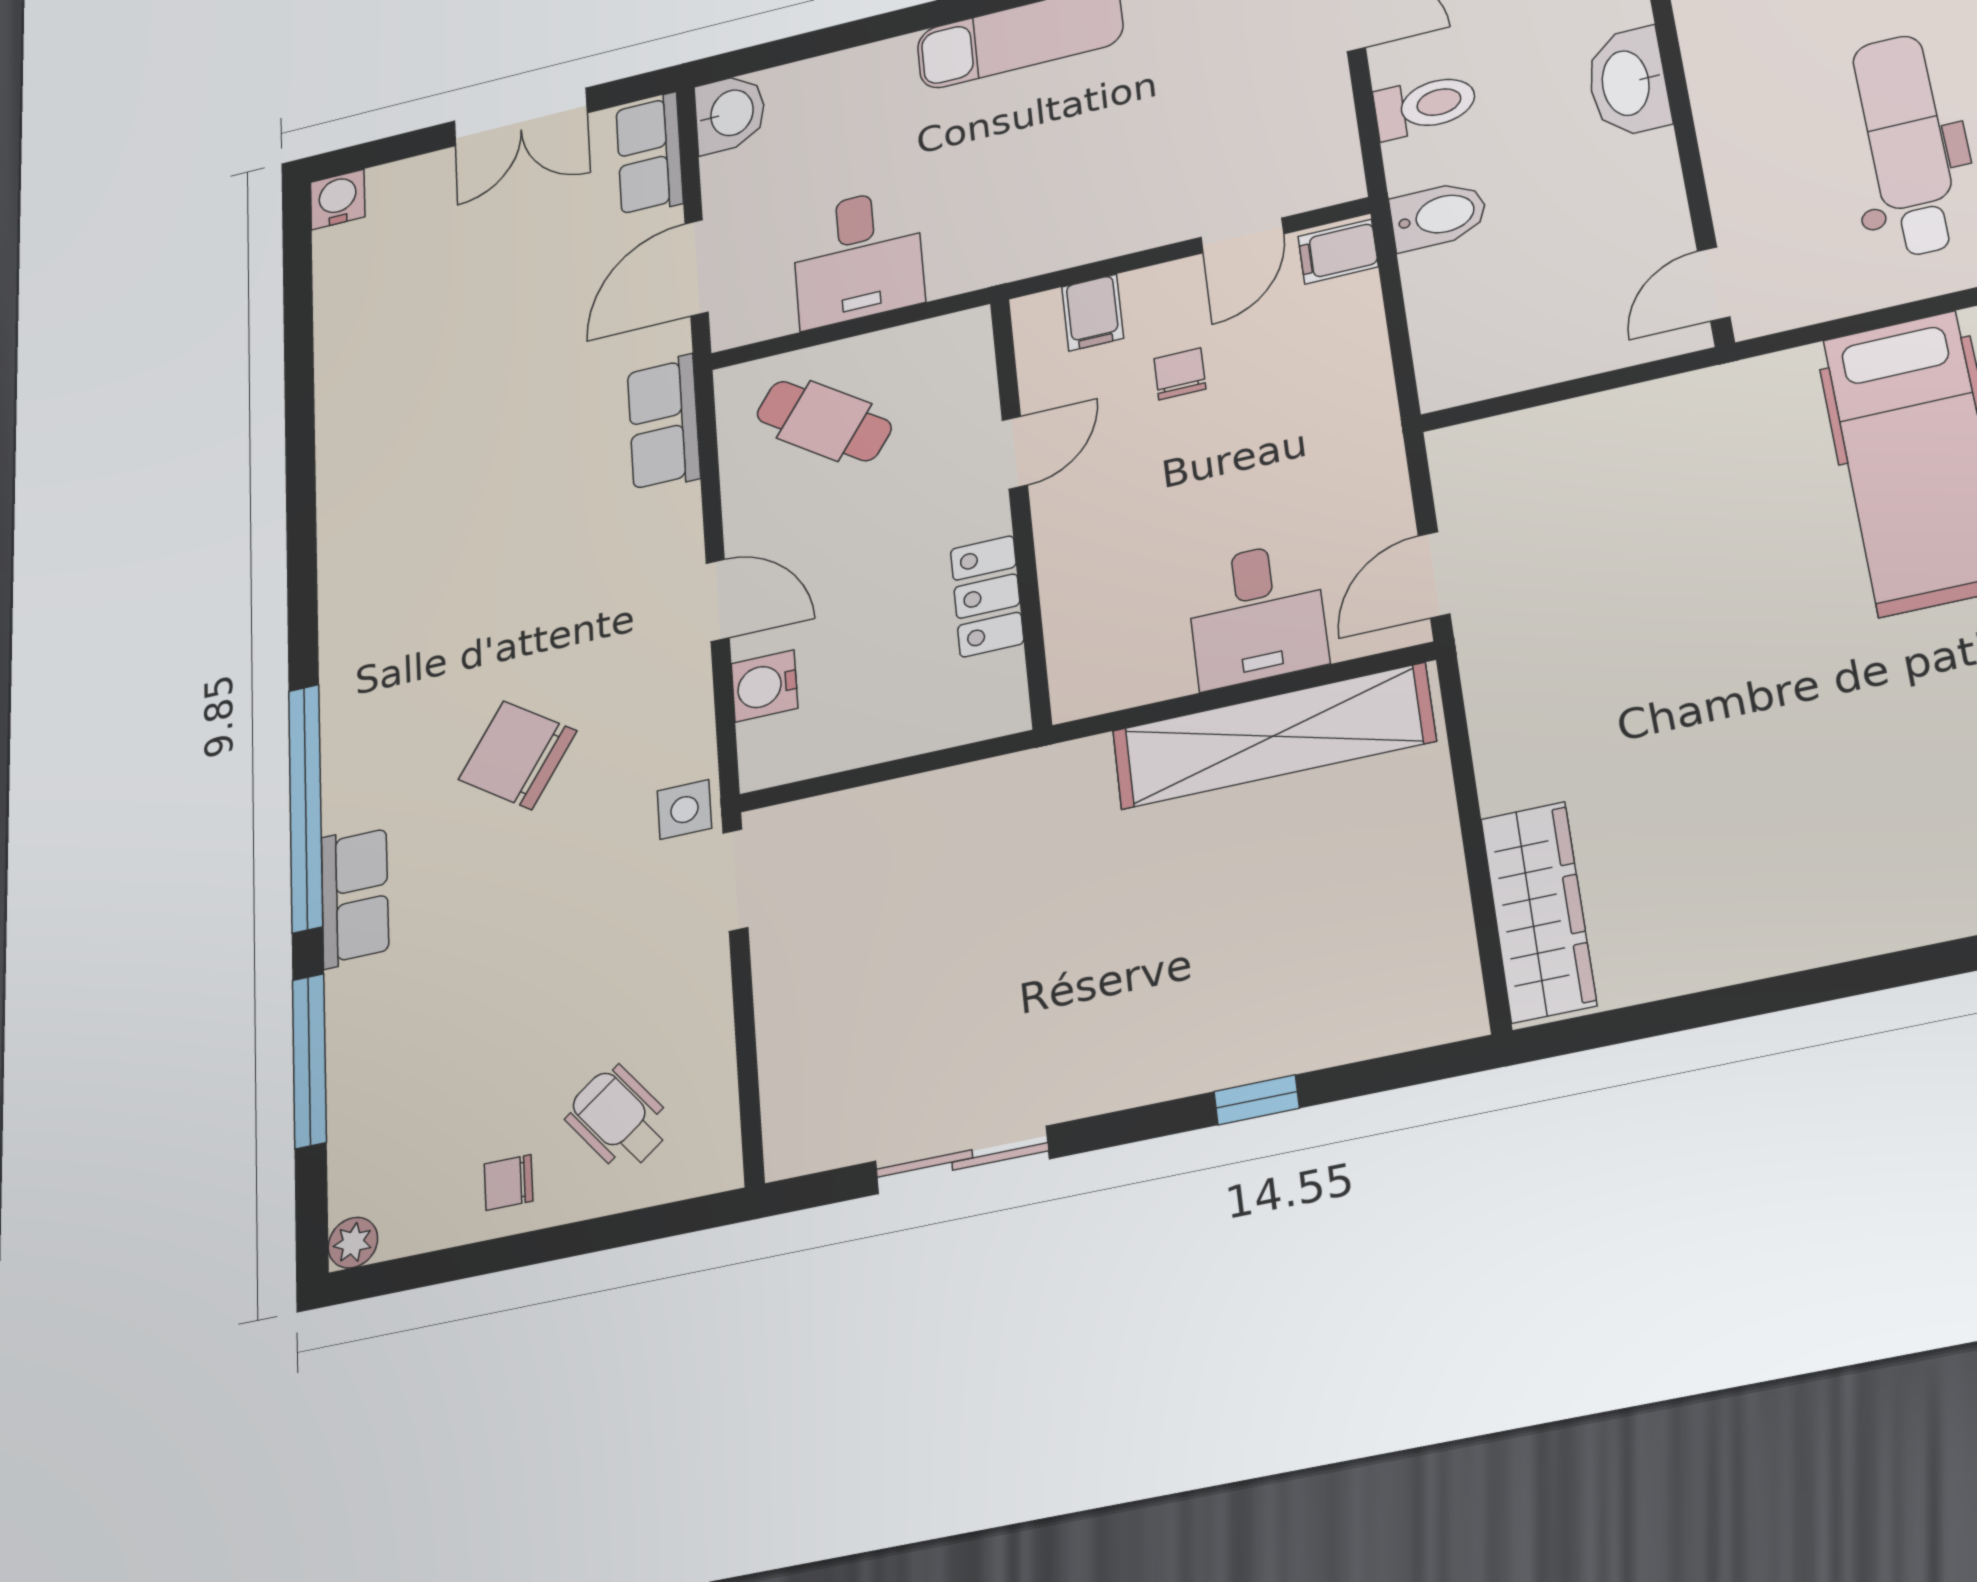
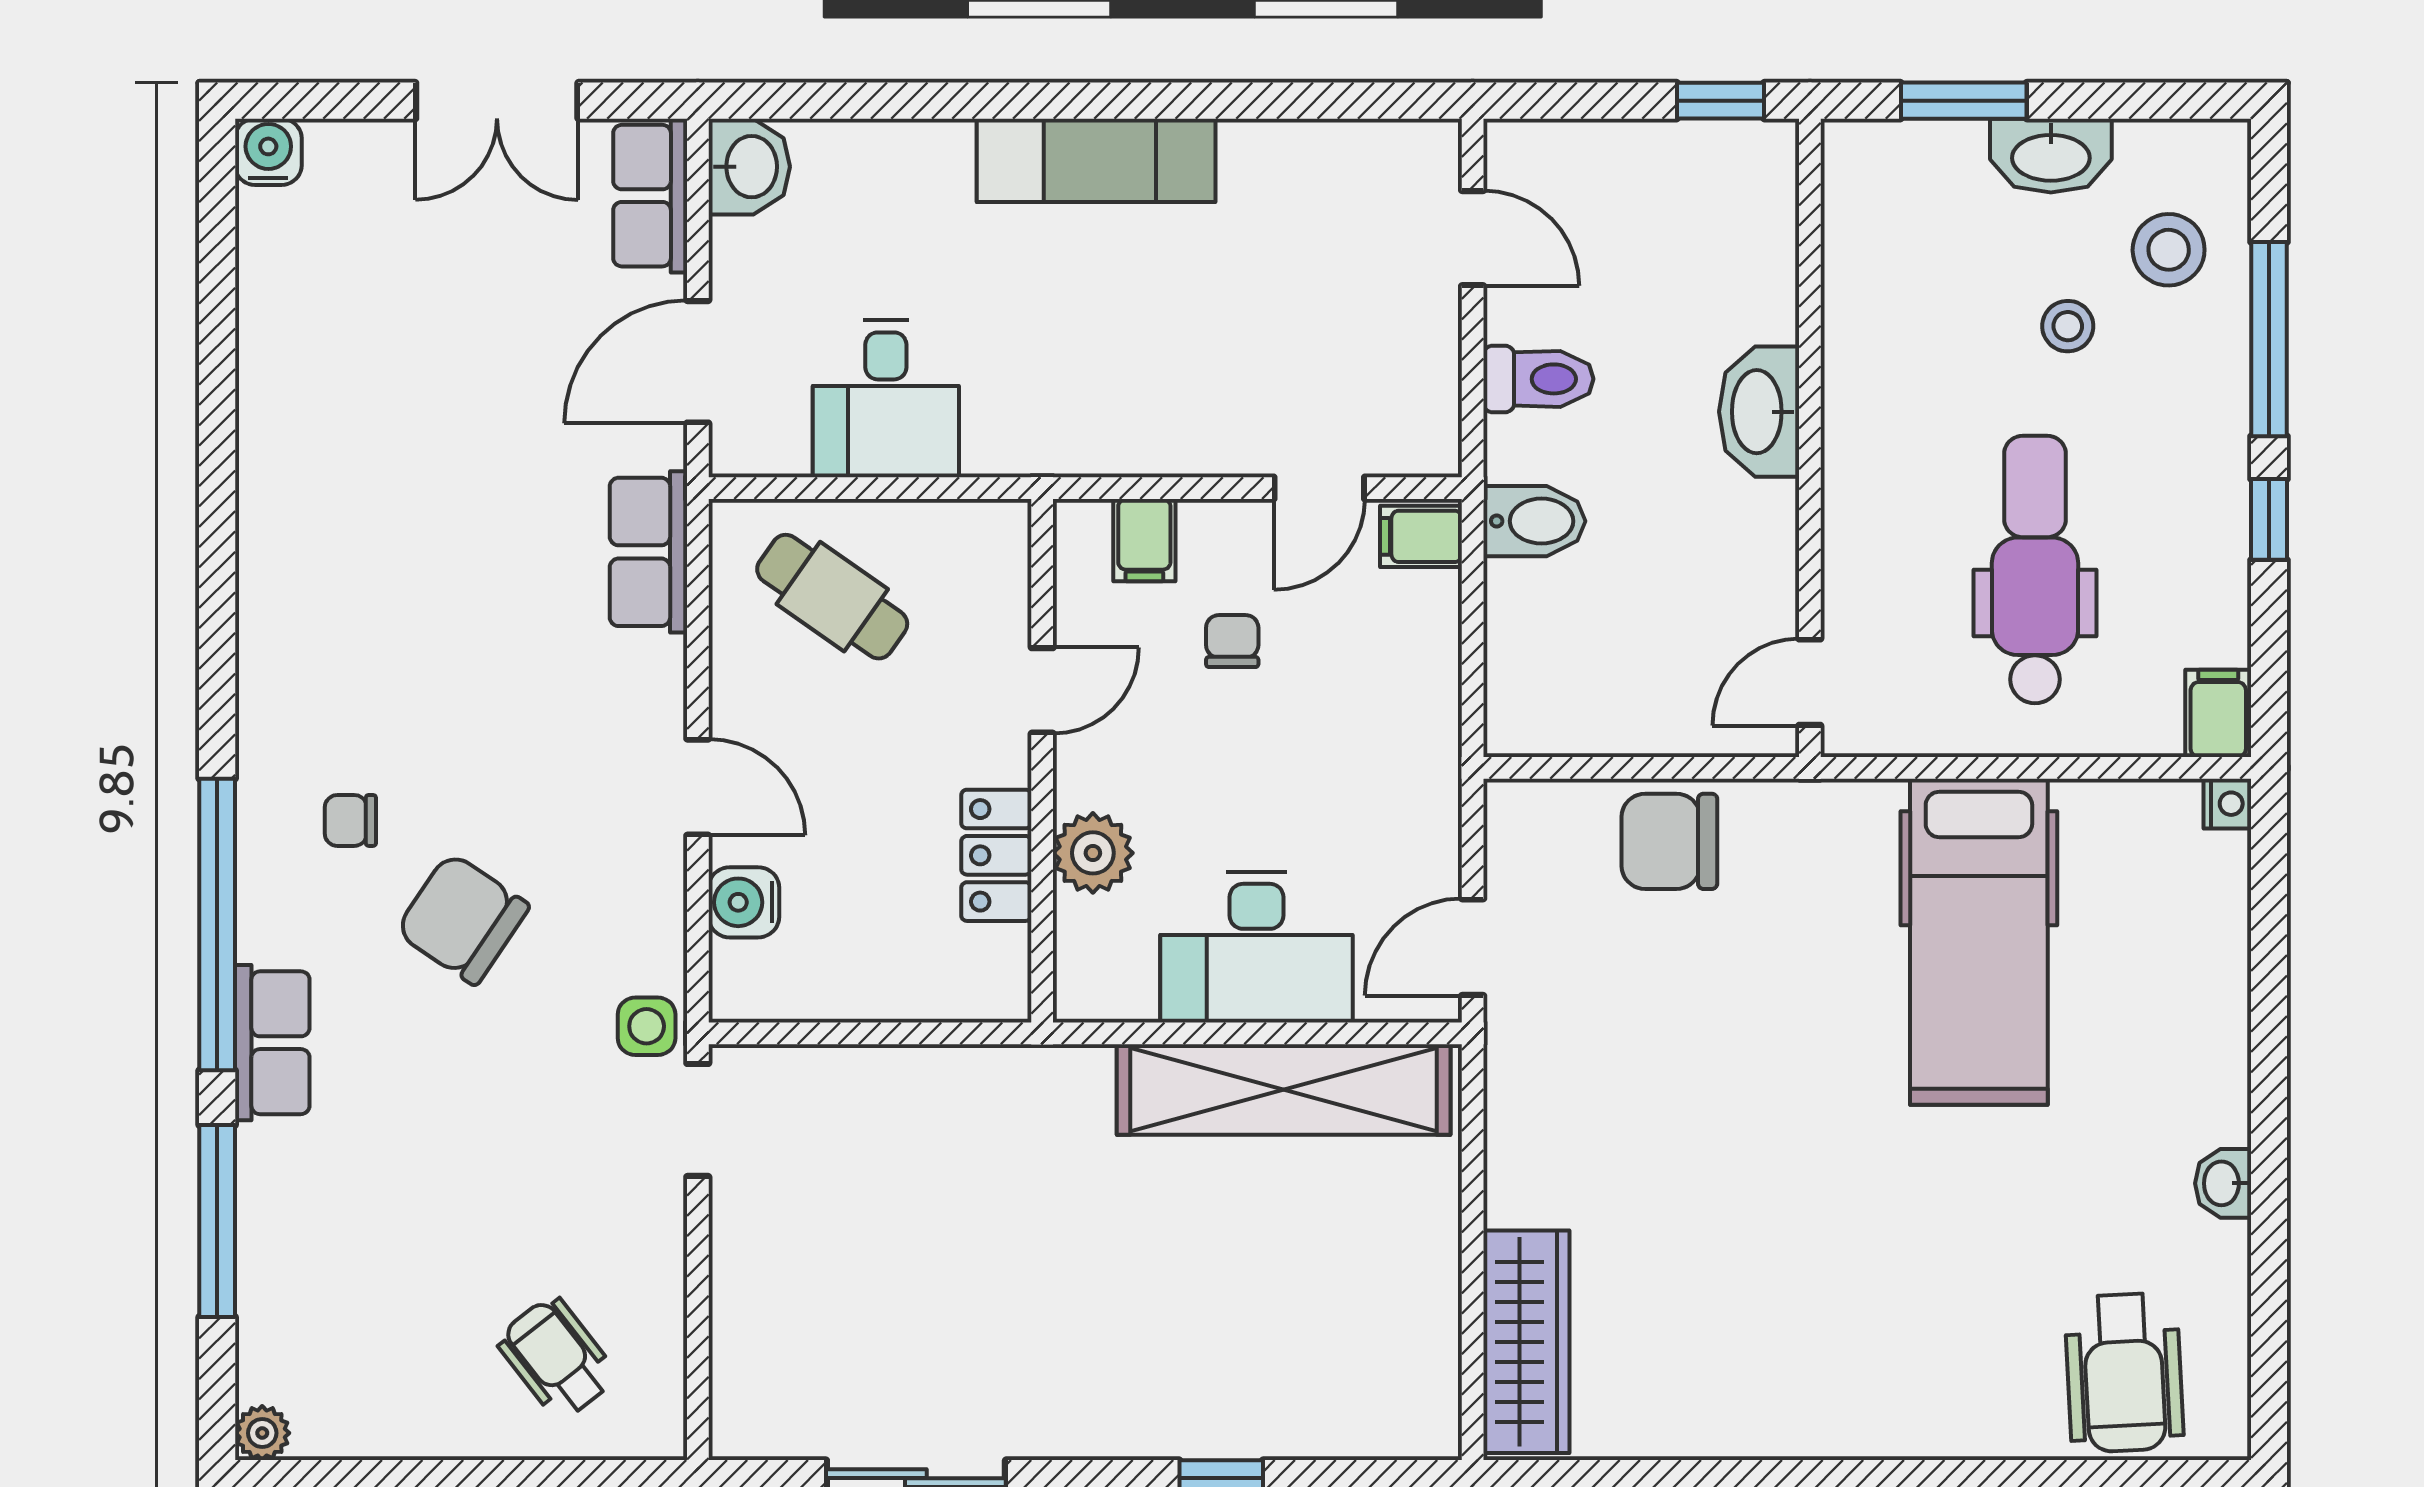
chair: (1605, 444) -> (1669, 841), added
plant: (1074, 575) -> (1093, 853), added
desk: (1257, 614) -> (1257, 947), width x1.37
chair: (509, 1182) -> (350, 820), moved

